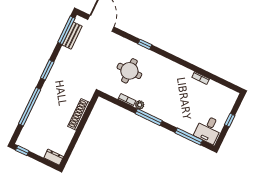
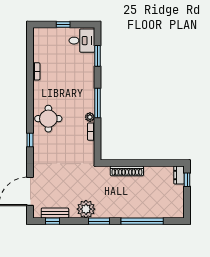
window: (66, 30) -> (52, 221), width x0.46
plant: (63, 64) -> (86, 209), added
round table: (129, 71) -> (48, 119), moved
window: (189, 136) -> (97, 56), width x0.69
window: (22, 151) -> (187, 180), moved

